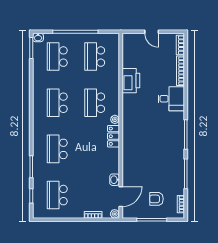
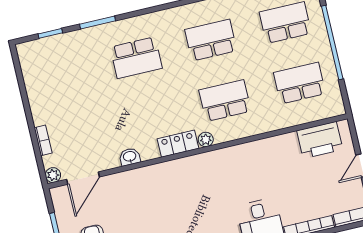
printer: (131, 81) -> (320, 140), moved
school desk: (57, 149) -> (136, 58), turned 180
washbasin: (115, 180) -> (130, 157), moved
school desk: (57, 195) -> (62, 75), removed
door: (121, 197) -> (83, 178), hinge flipped

